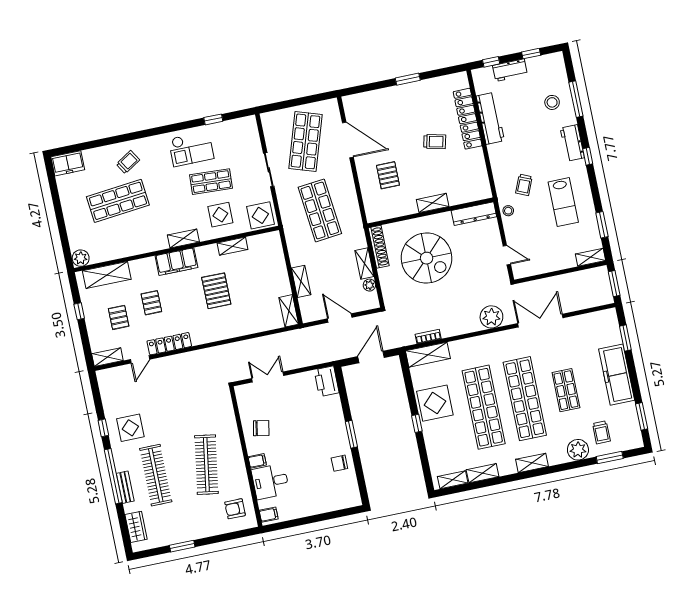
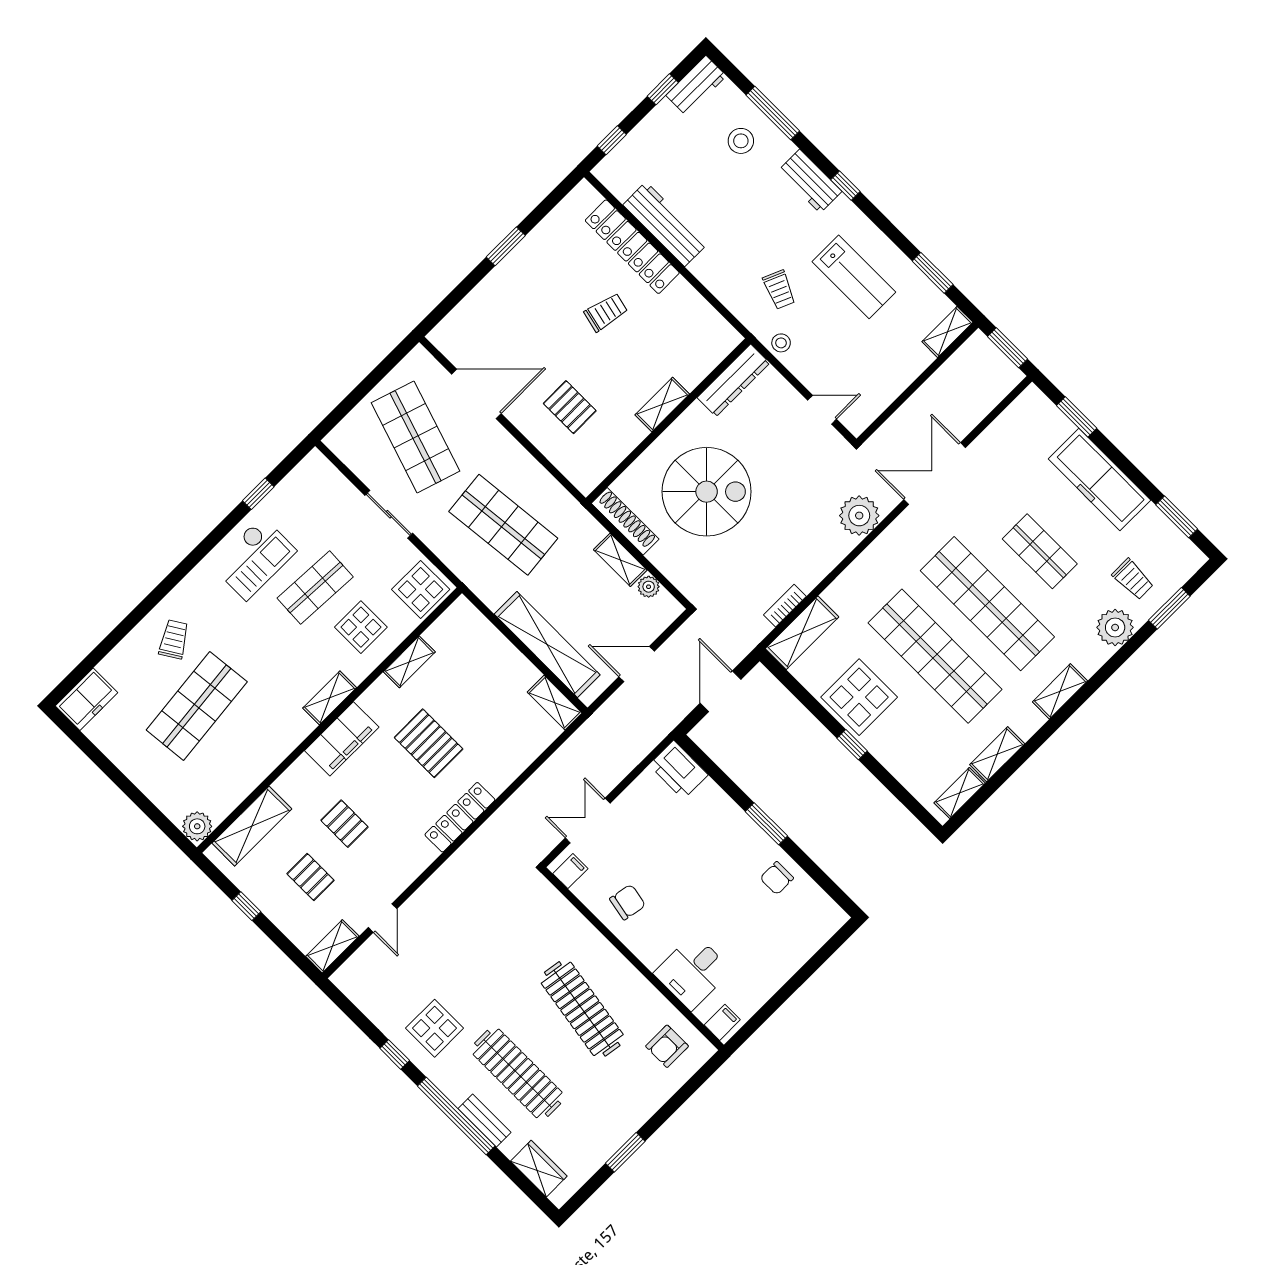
workbench: (510, 70) -> (696, 86), moved
shelving: (301, 281) -> (547, 644), width x2.20, depth x1.33
locker: (169, 344) -> (460, 817), moved
filing cabinet: (257, 461) -> (570, 871), moved

